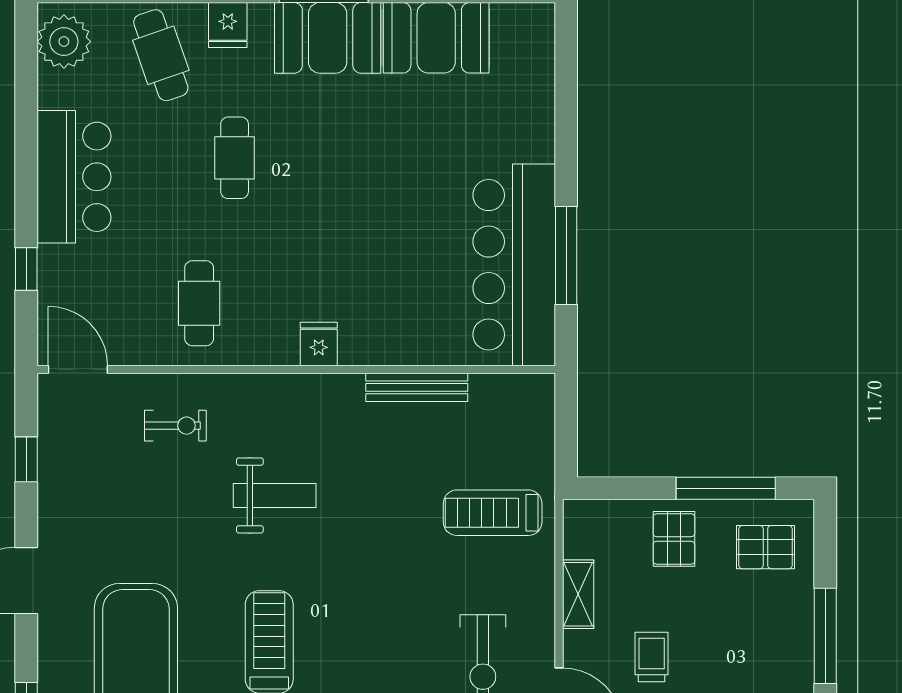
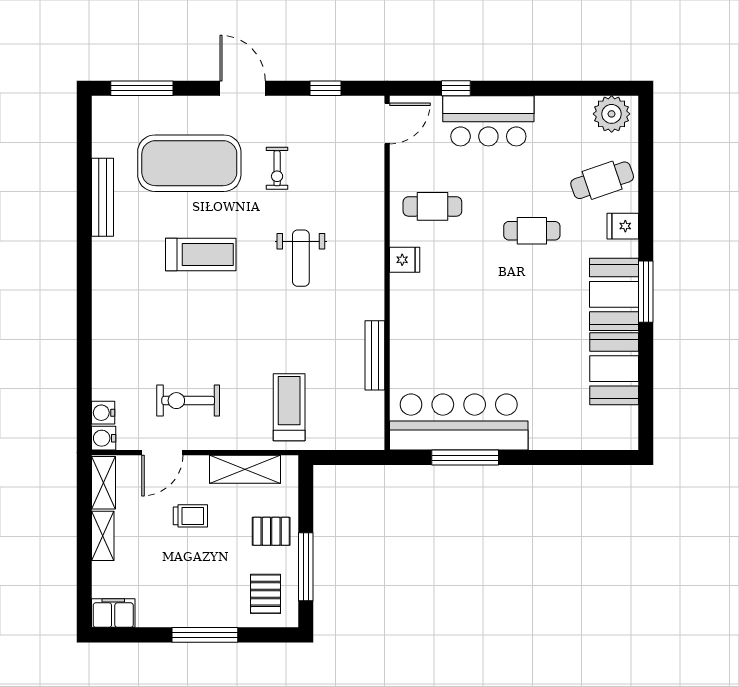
bar counter: (74, 177) -> (488, 121), moved
fridge: (319, 344) -> (405, 260), moved
exercise bike: (175, 426) -> (277, 168), moved
shelving: (578, 594) -> (245, 469), width x1.50, depth x1.33

